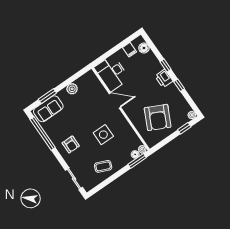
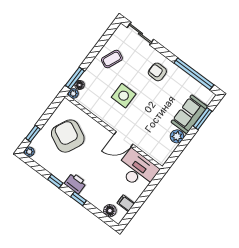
sofa: (48, 109) -> (189, 114), moved

